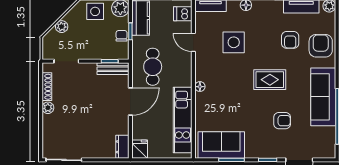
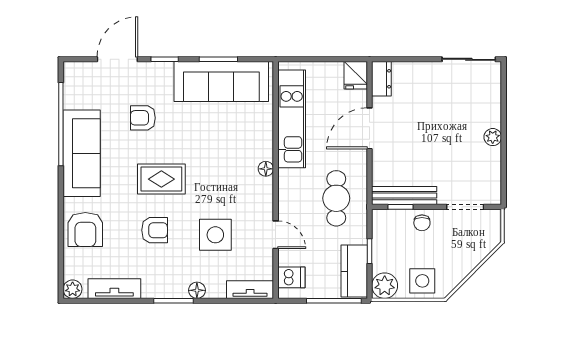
plant: (62, 27) -> (472, 258), removed
chair: (122, 36) -> (422, 223), moved
armchair: (290, 40) -> (155, 230), moved, turned 90
bench: (113, 69) -> (404, 196), width x1.36
shoe rack: (47, 87) -> (494, 168), removed
door: (130, 102) -> (370, 128), moved
sofa: (221, 145) -> (221, 82), width x1.36

